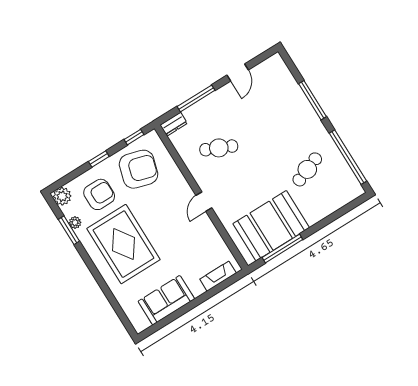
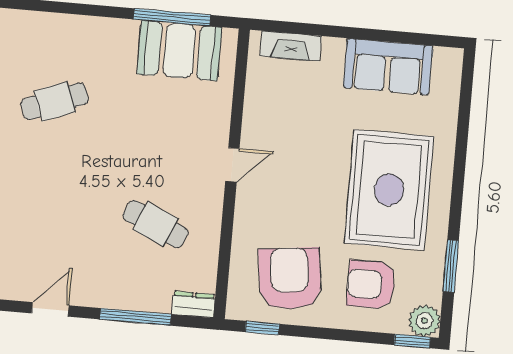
window: (99, 159) -> (412, 341), moved
armchair: (139, 169) -> (290, 278), turned 67
plant: (75, 223) -> (434, 270), removed
booth: (271, 226) -> (179, 51), width x0.73, depth x0.70

